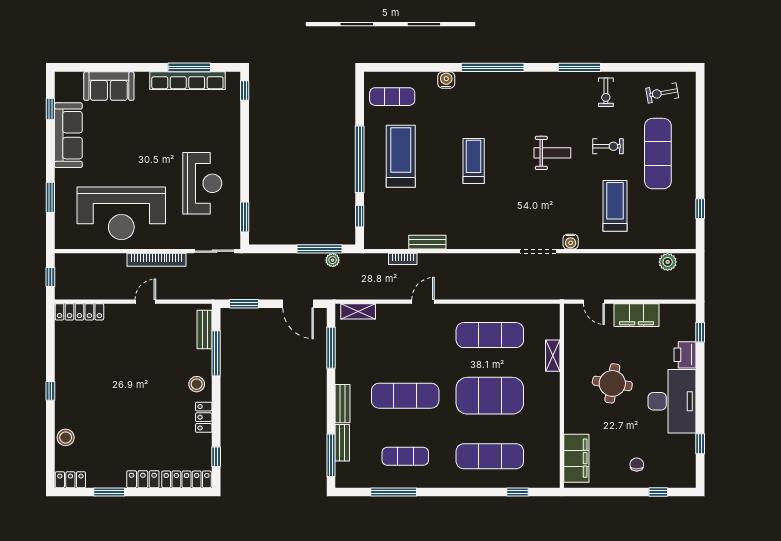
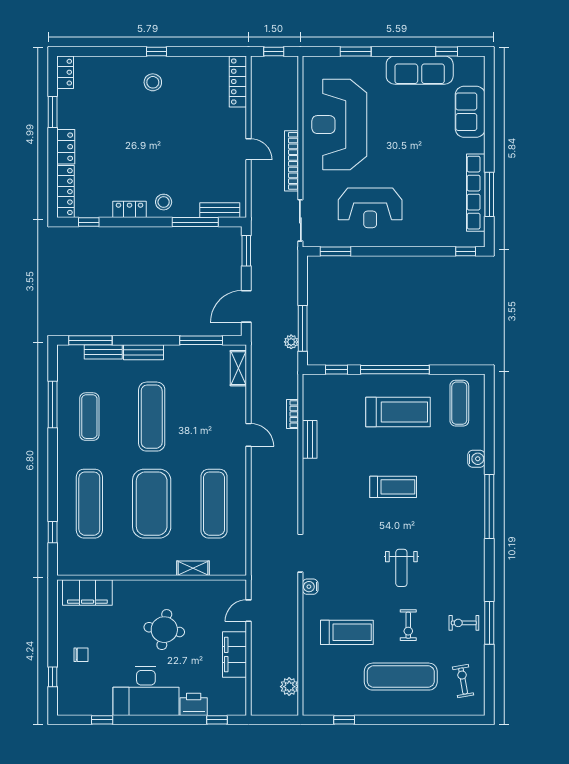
window: (579, 67) -> (489, 623), moved
stool: (66, 437) -> (153, 82), moved

